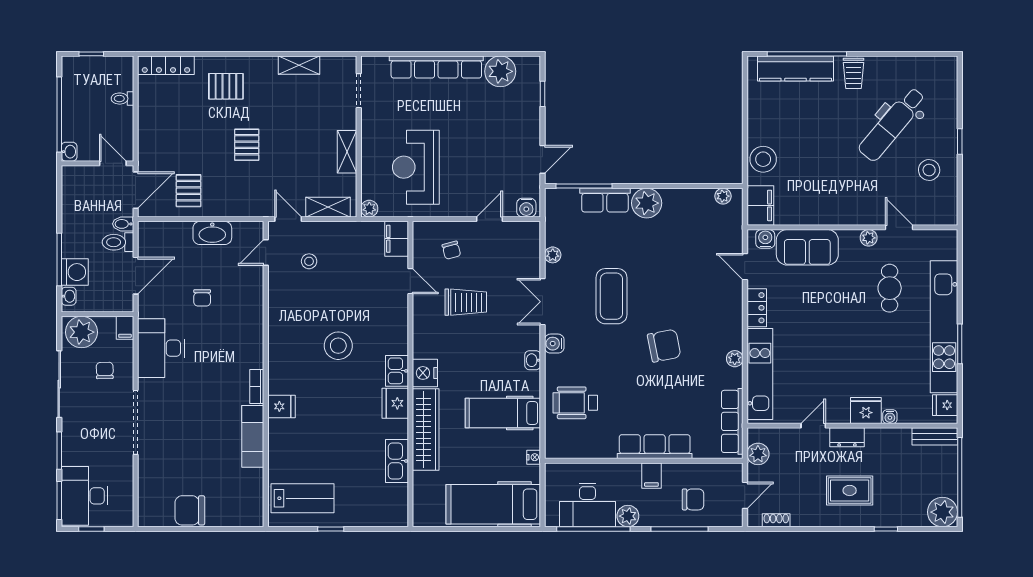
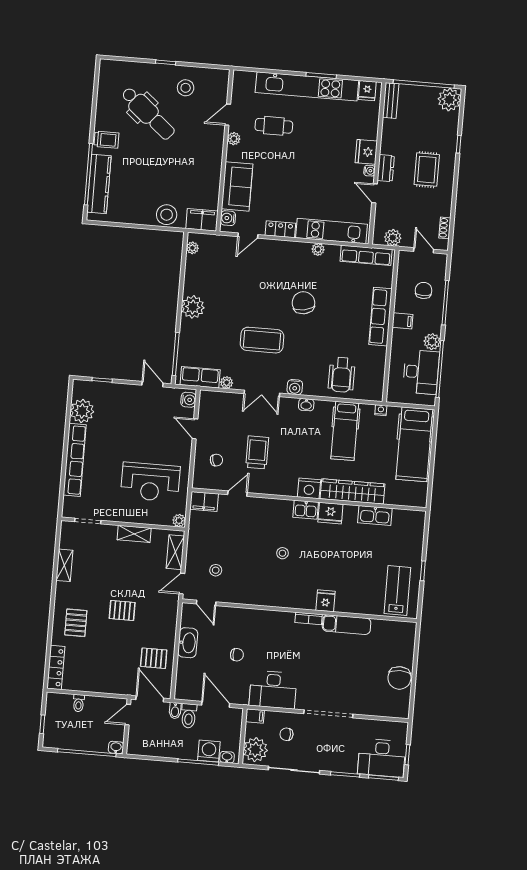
row of seats: (605, 200) -> (200, 377), moved, turned -90
stool: (338, 346) -> (282, 553), width x0.53, depth x0.53
water cooler: (890, 417) -> (369, 171), moved

